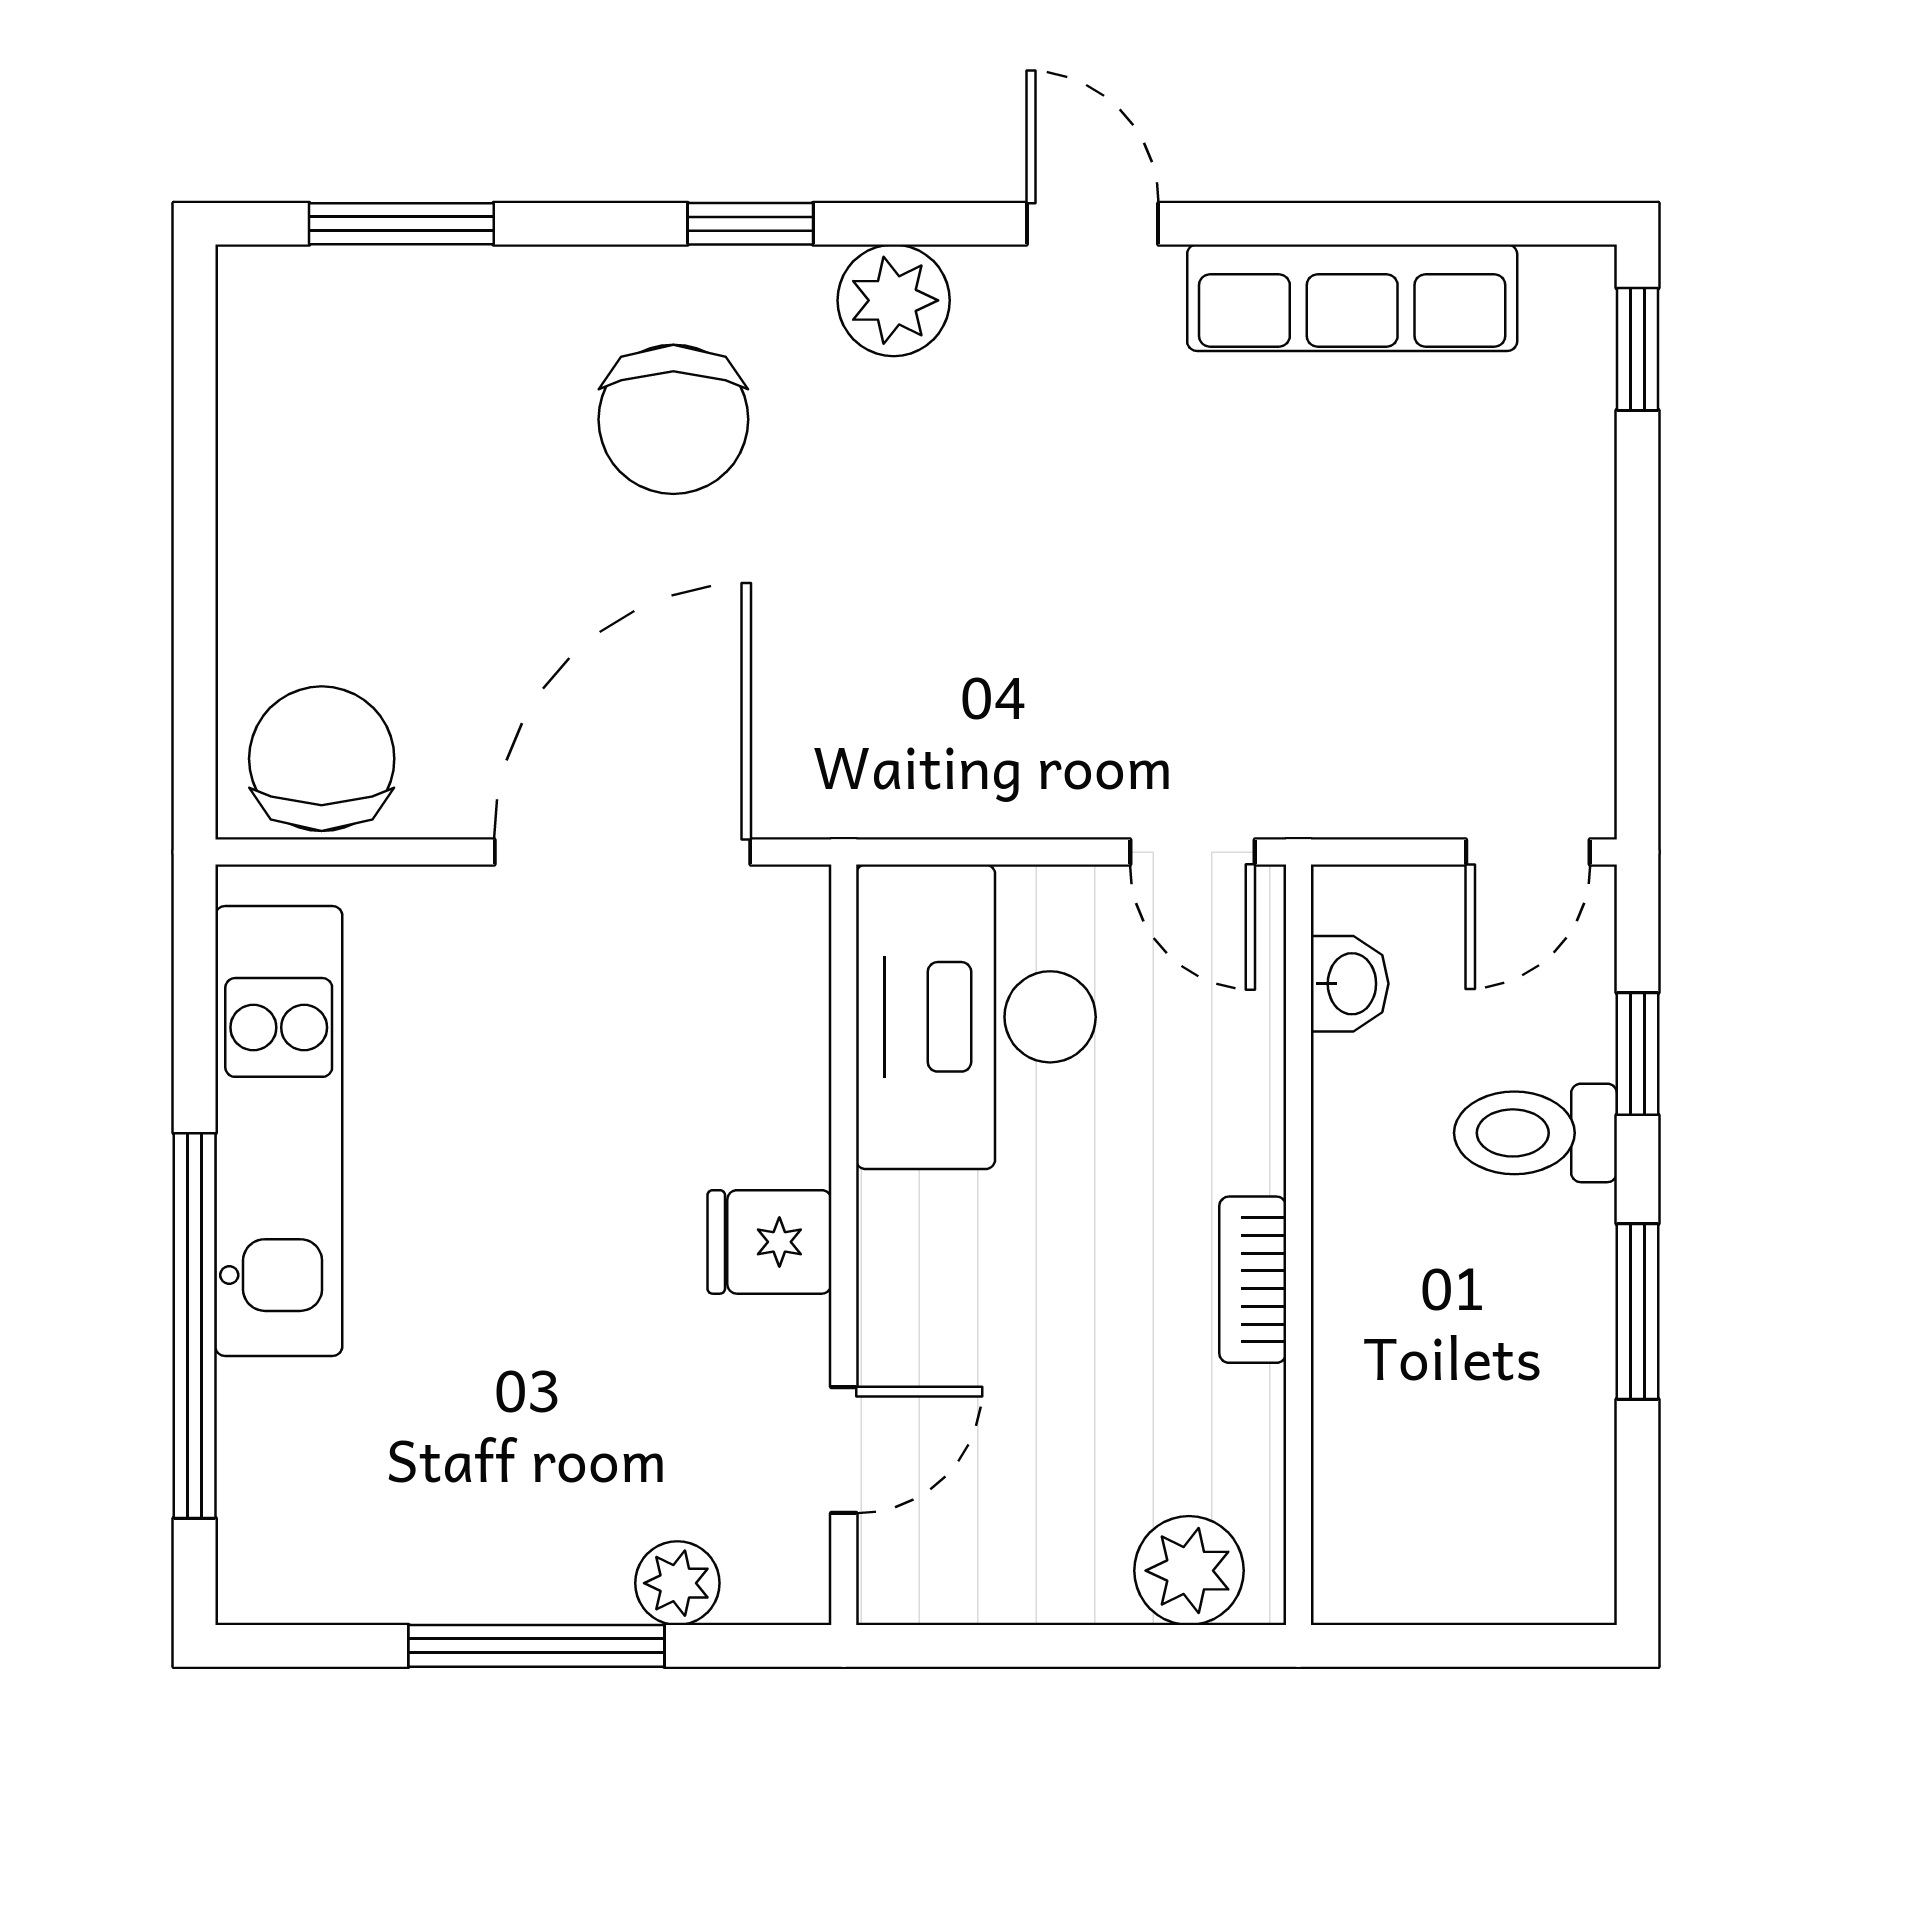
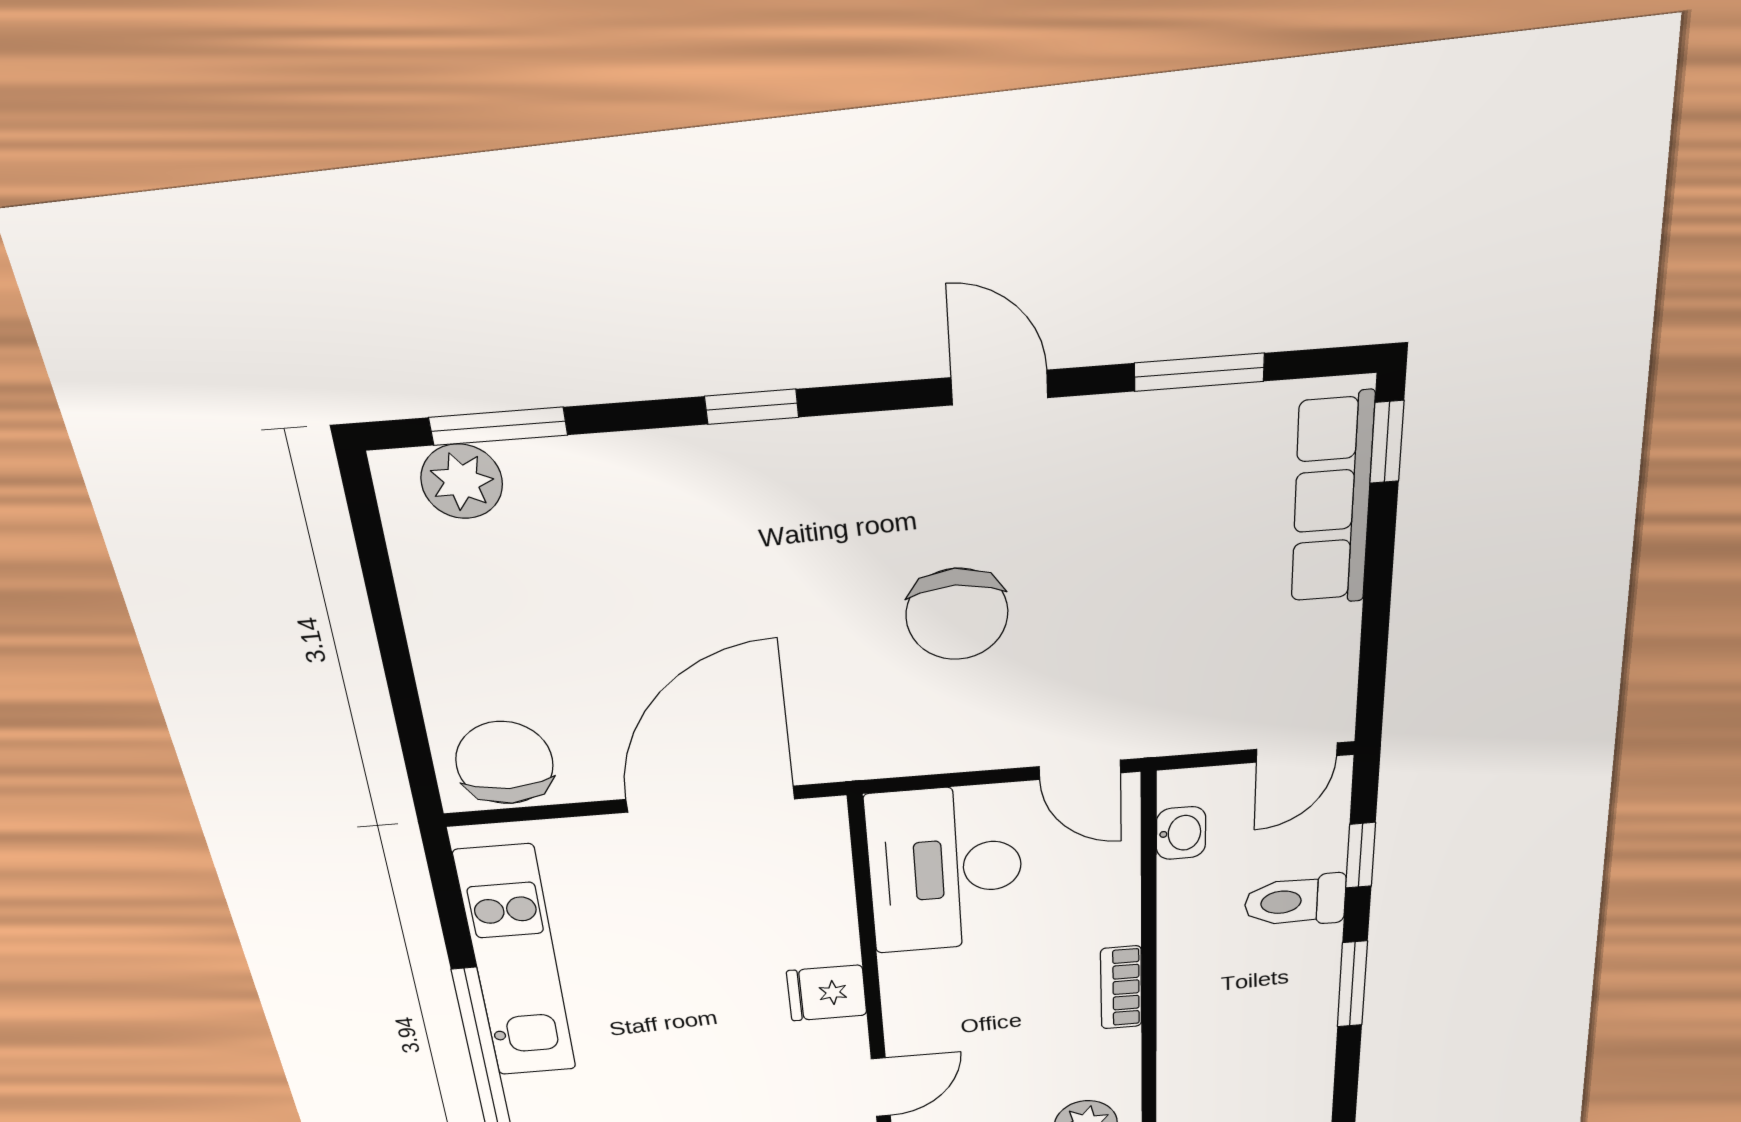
window: (1369, 224) -> (1199, 372), added
row of seats: (1352, 298) -> (1332, 500), moved, turned 90
plant: (894, 300) -> (462, 481), moved
chair: (673, 419) -> (957, 614), moved

